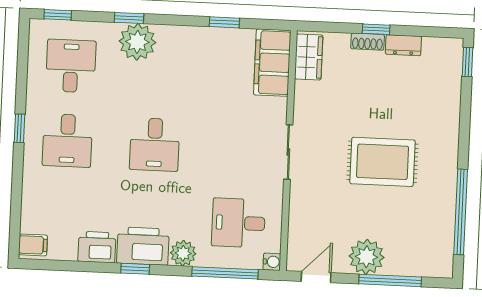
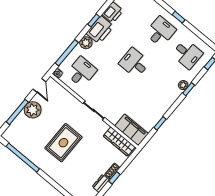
plant: (137, 42) -> (183, 85), width x0.53, depth x0.53
wardrobe: (309, 57) -> (119, 142), width x1.50
desk: (67, 141) -> (161, 32), turned 90

